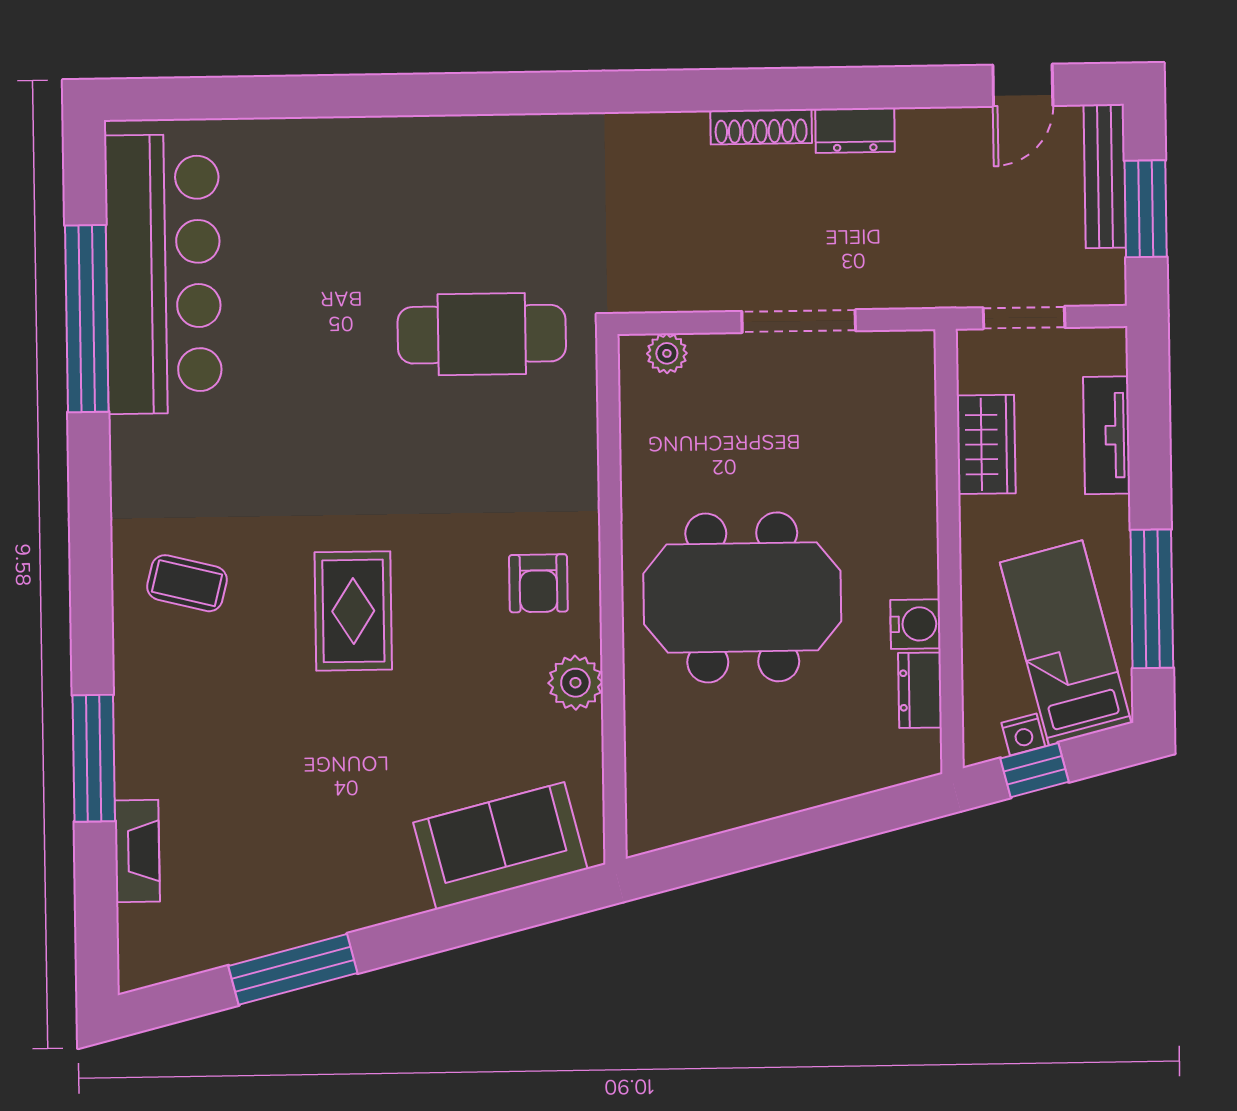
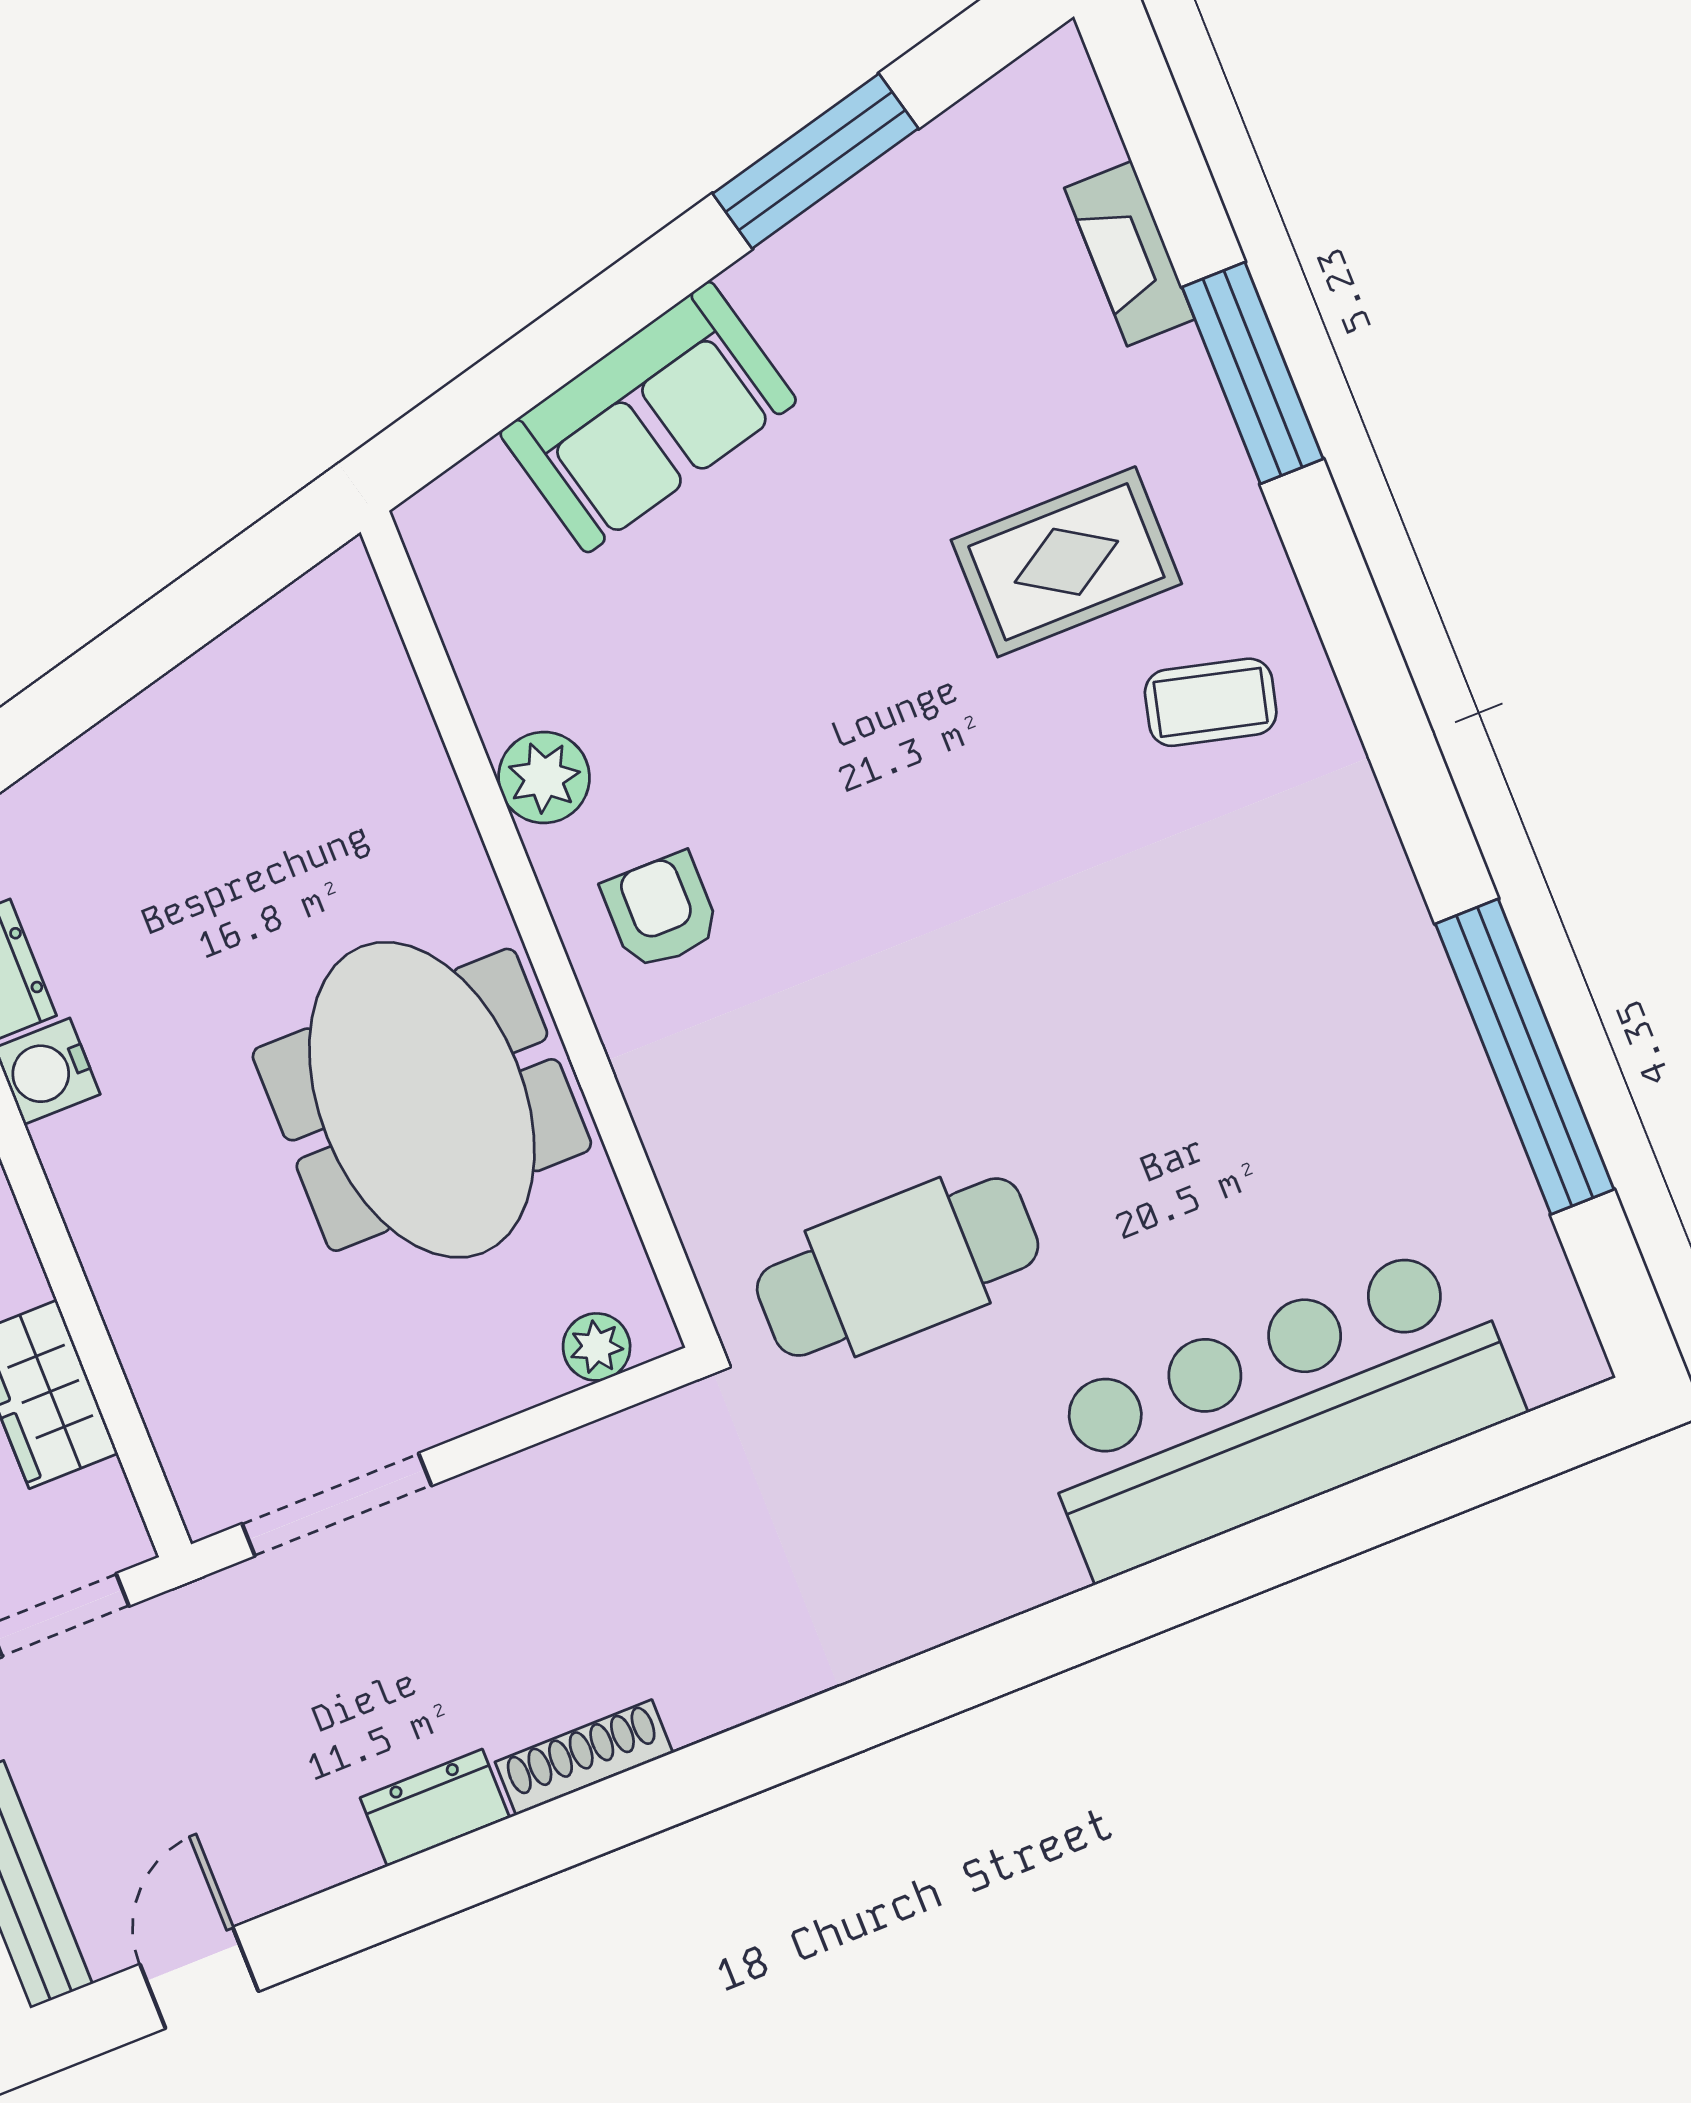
bar counter: (163, 274) -> (1277, 1410), moved, turned 90
doorway: (799, 321) -> (337, 1505), moved
meeting table: (742, 597) -> (422, 1100), moved, turned 90
rug: (353, 611) -> (1066, 562), moved, turned 90
sofa: (500, 846) -> (648, 417), moved

